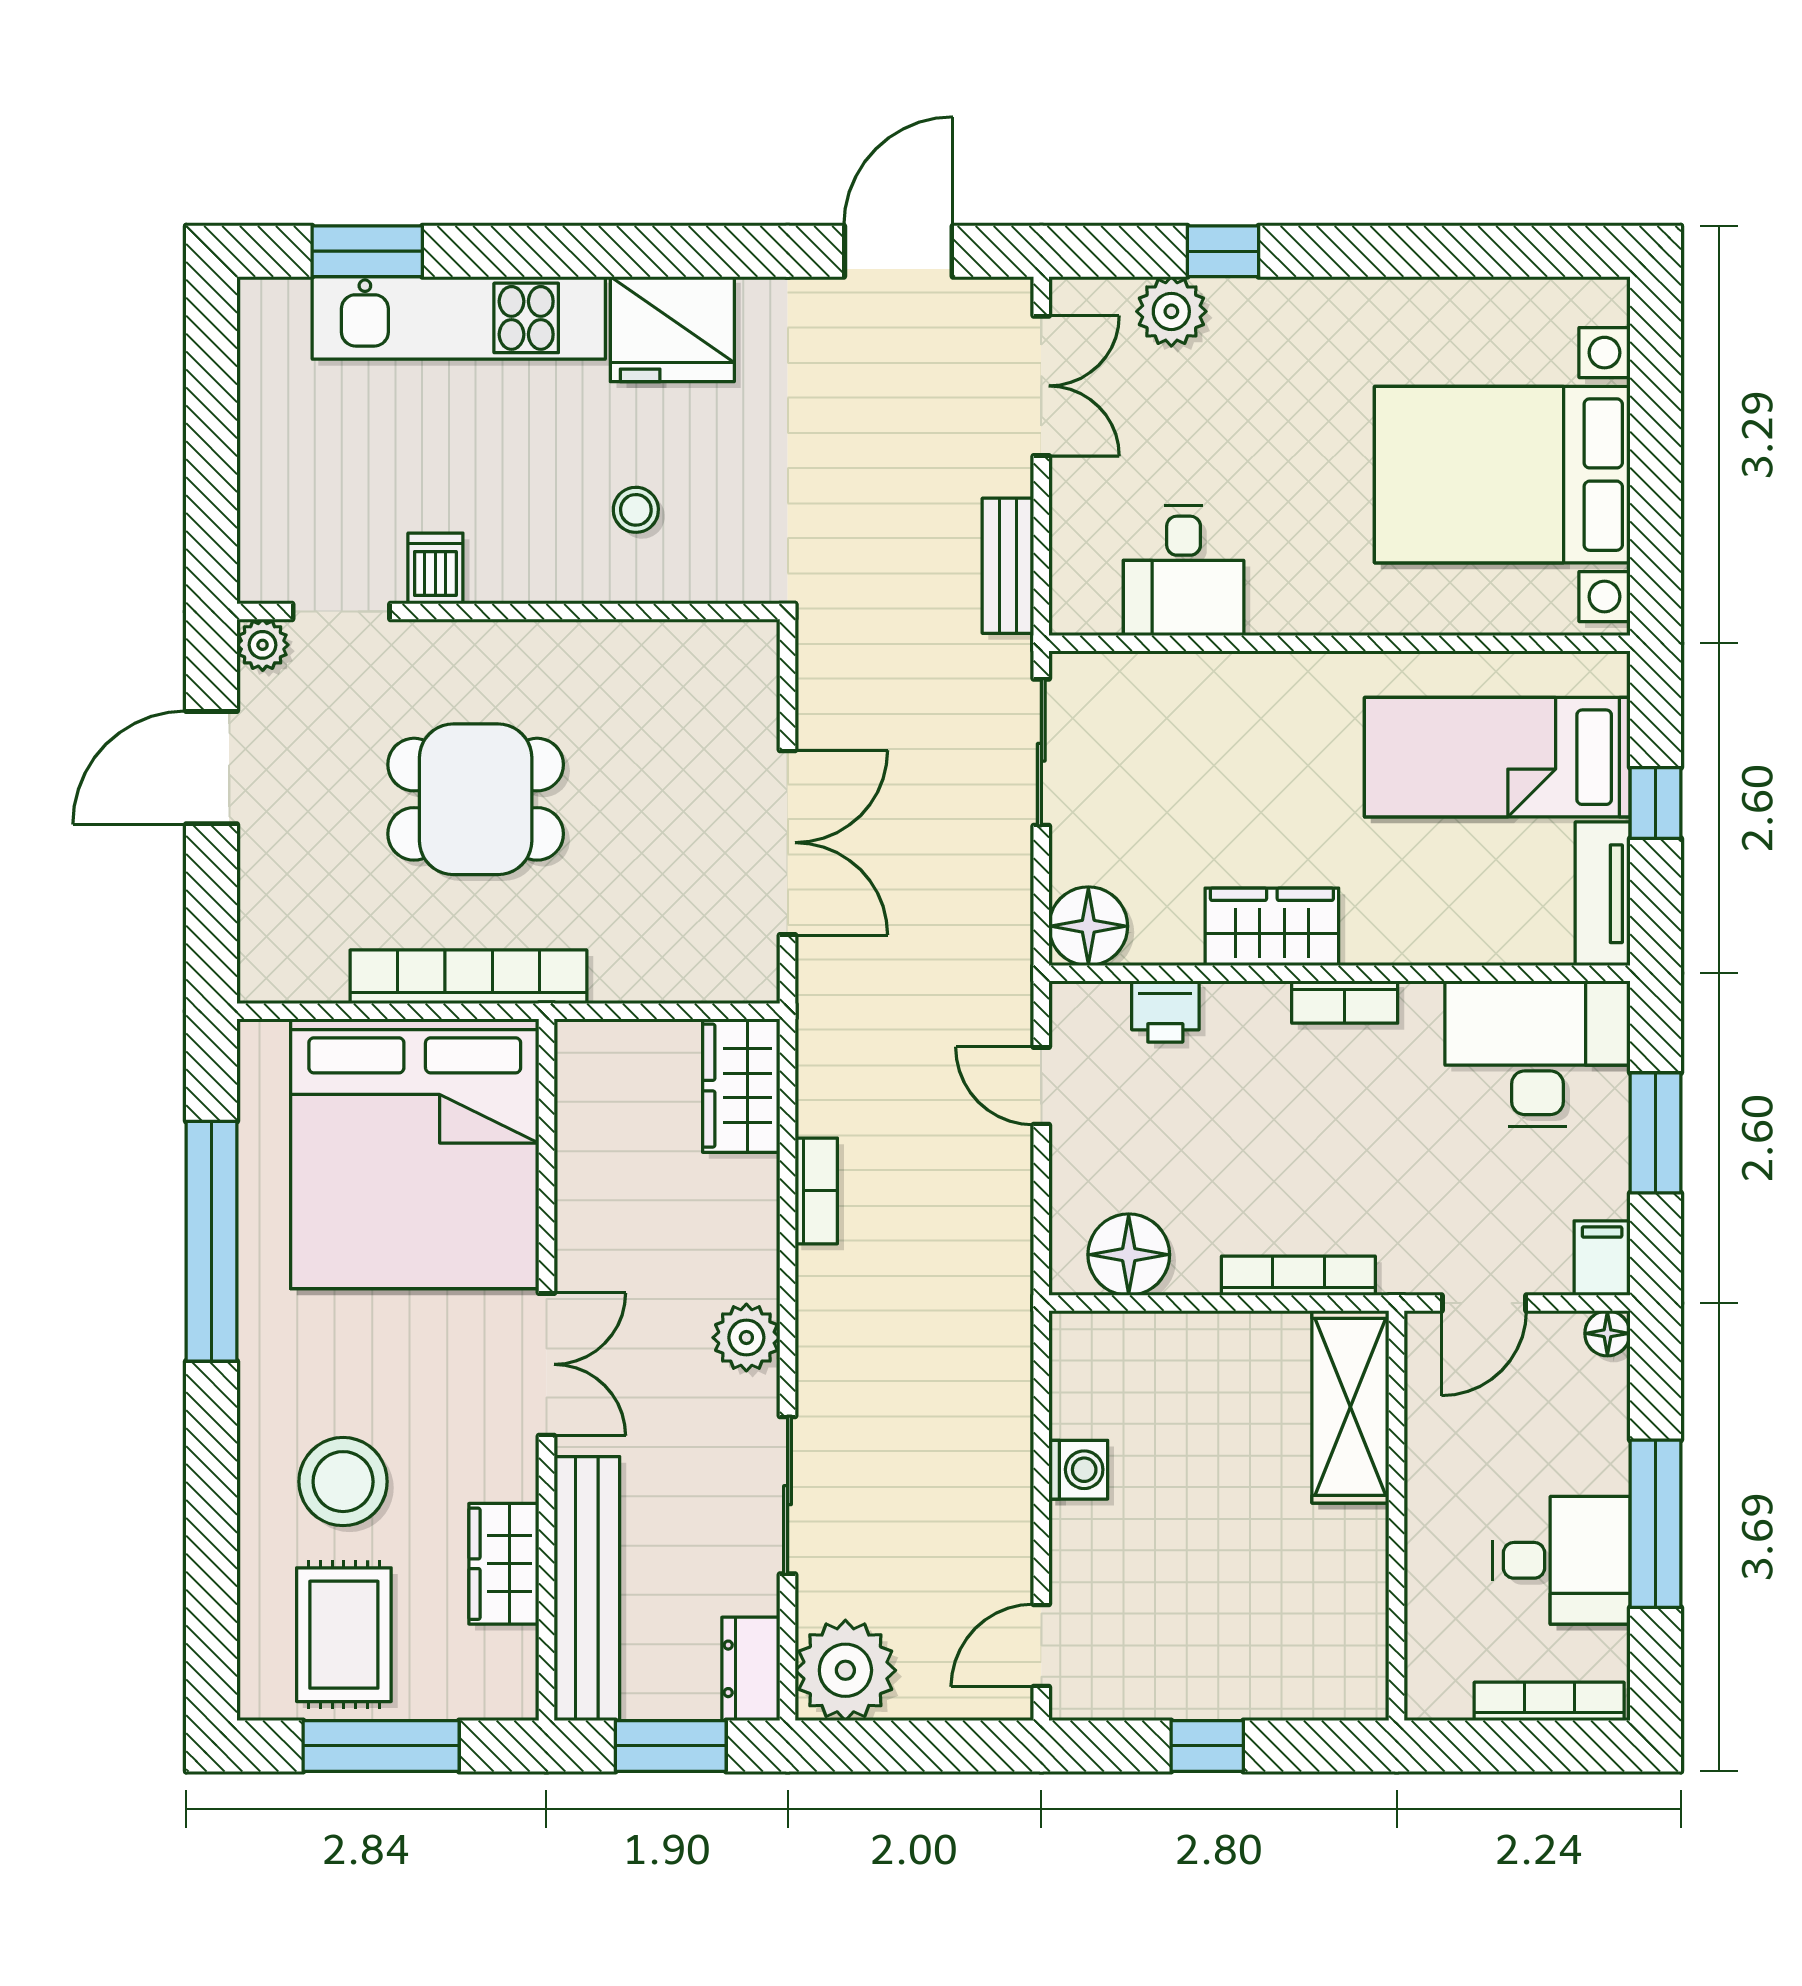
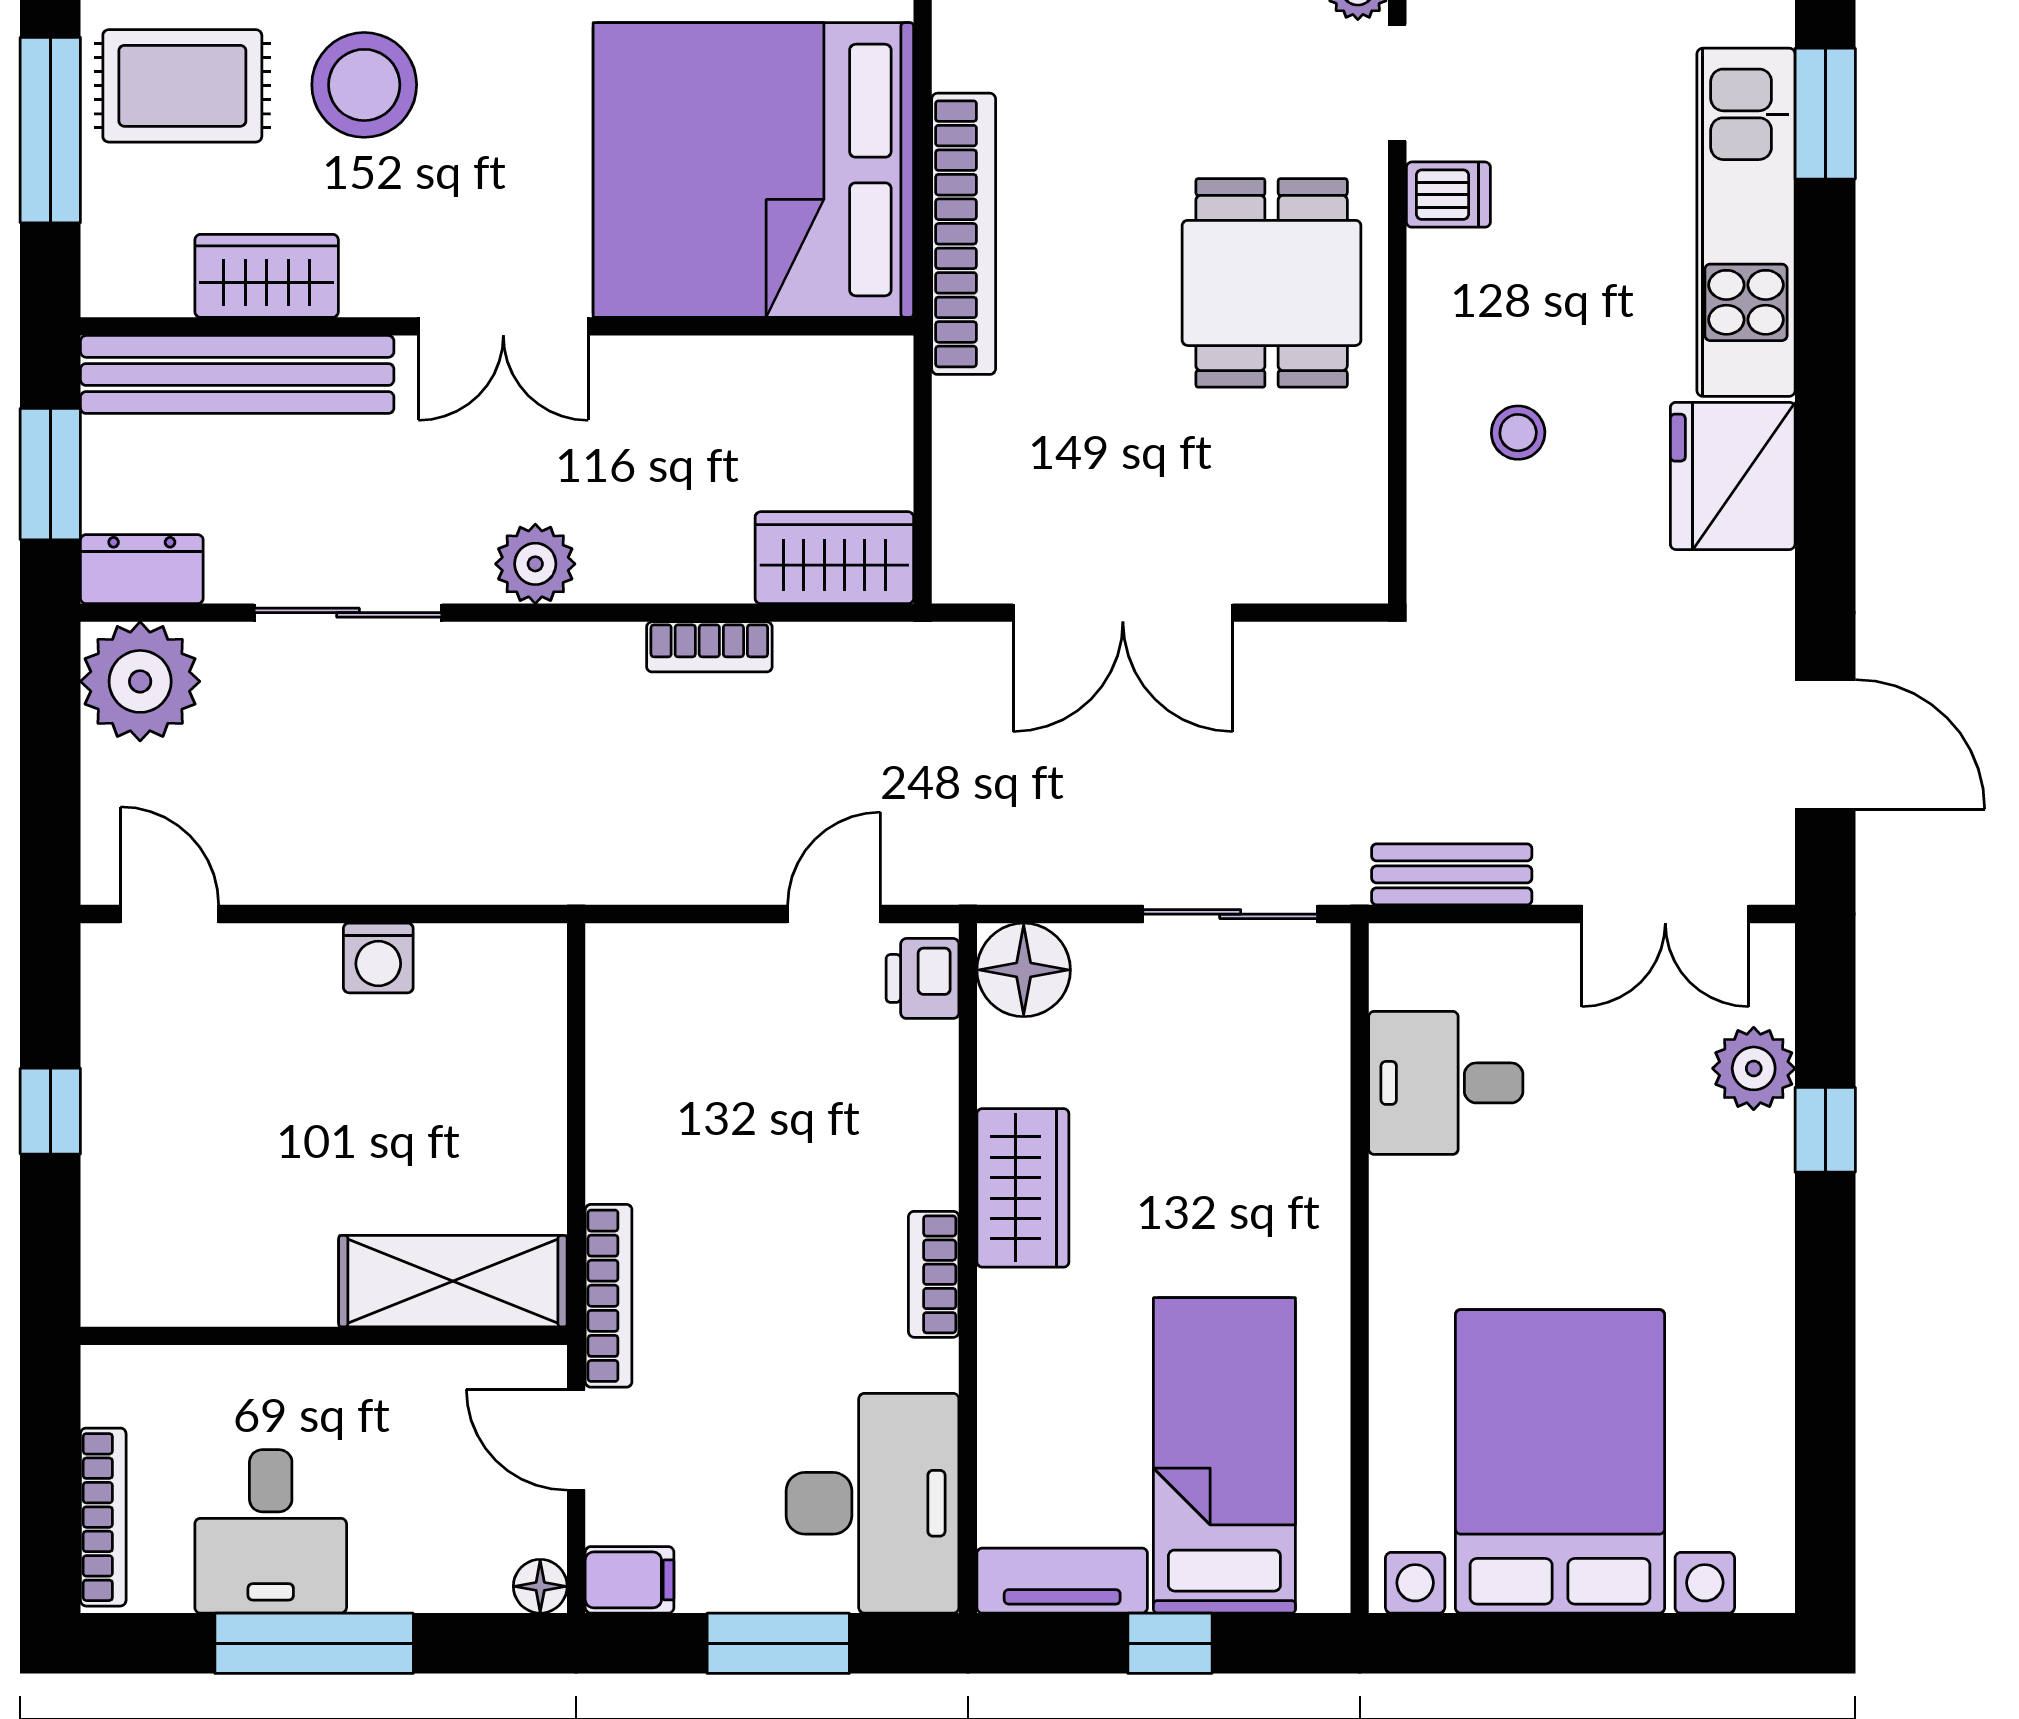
dining table: (476, 799) -> (1272, 283), moved
printer: (1165, 1011) -> (922, 978), moved
floor lamp: (1129, 1255) -> (634, 1018), removed
bookcase: (1298, 1276) -> (609, 1296), moved

